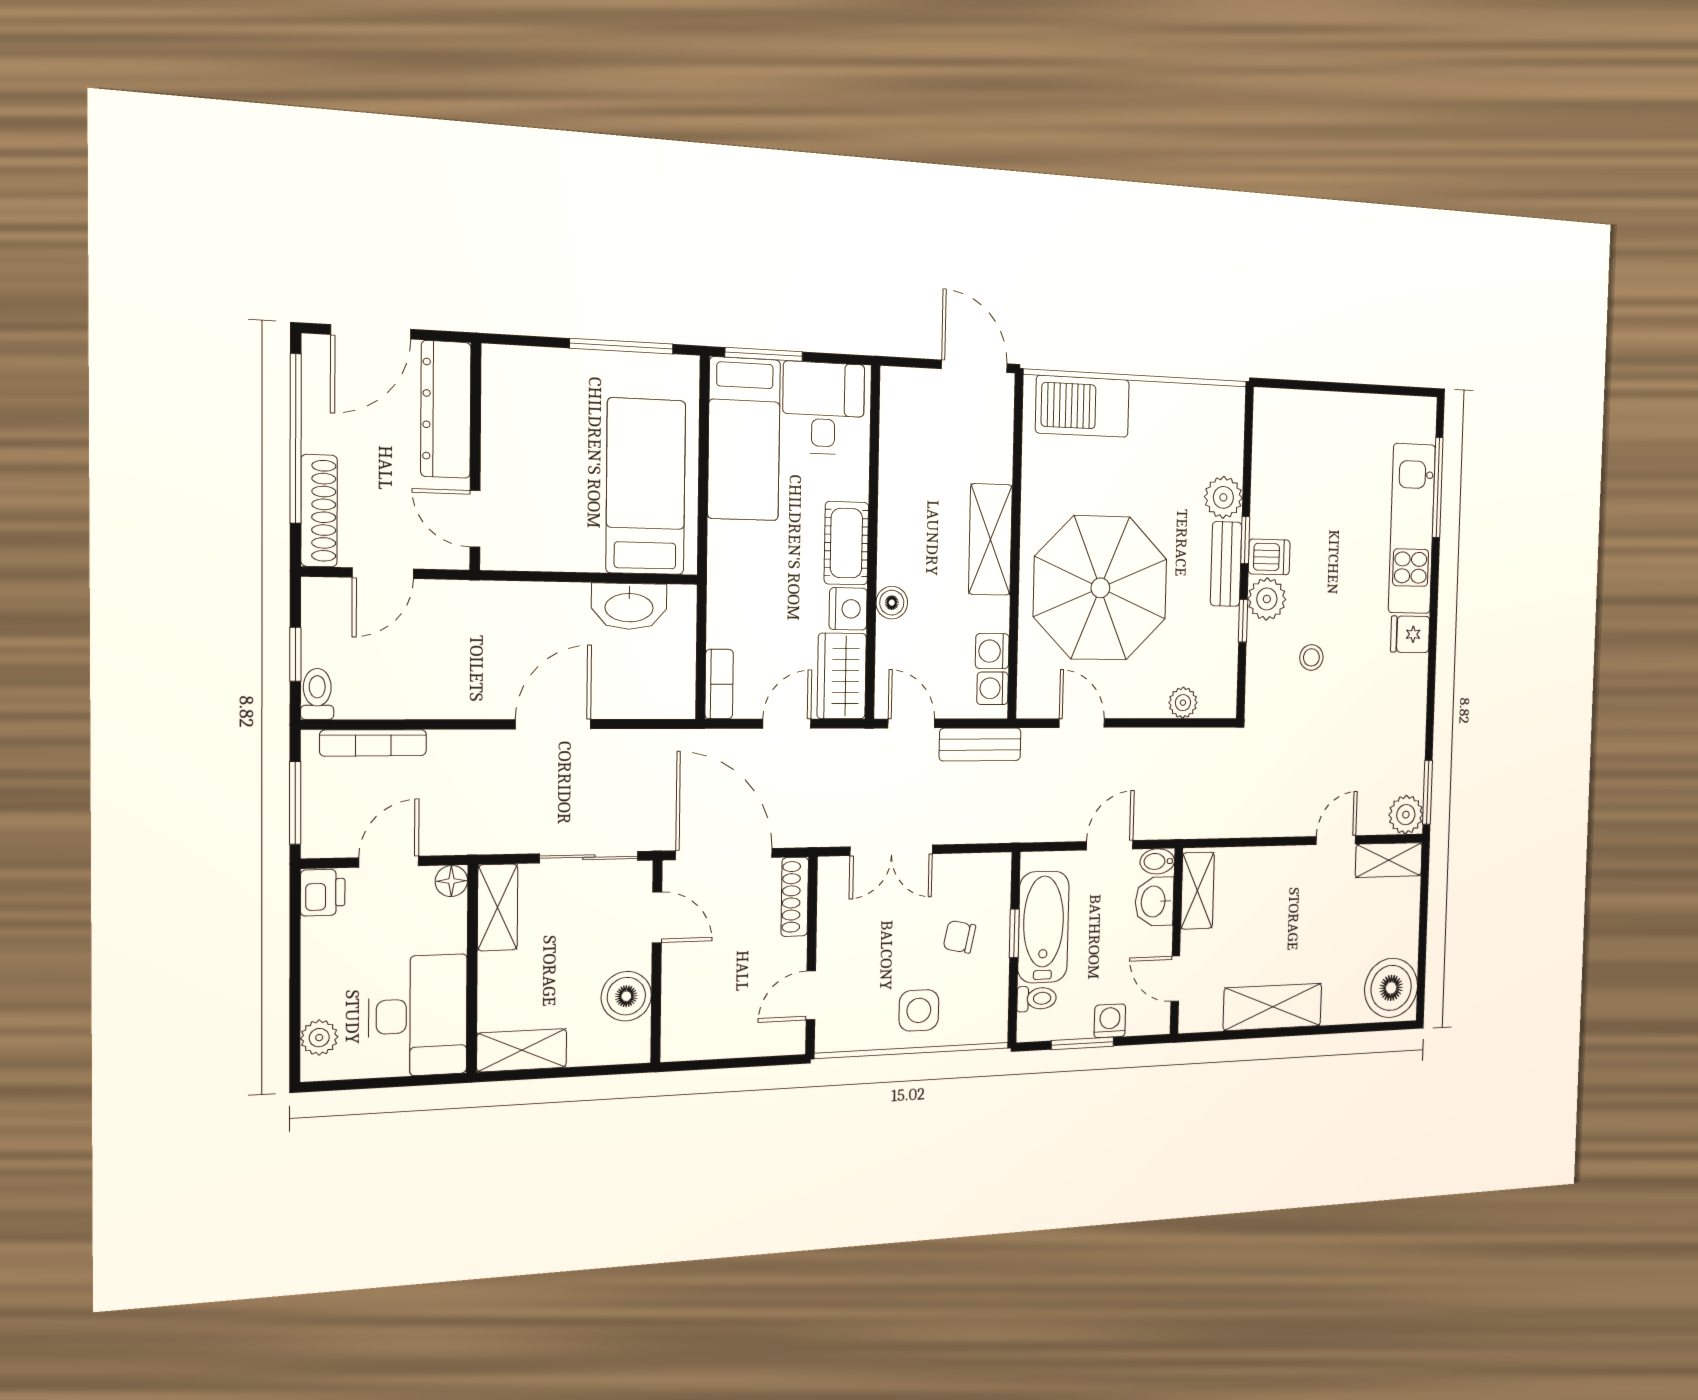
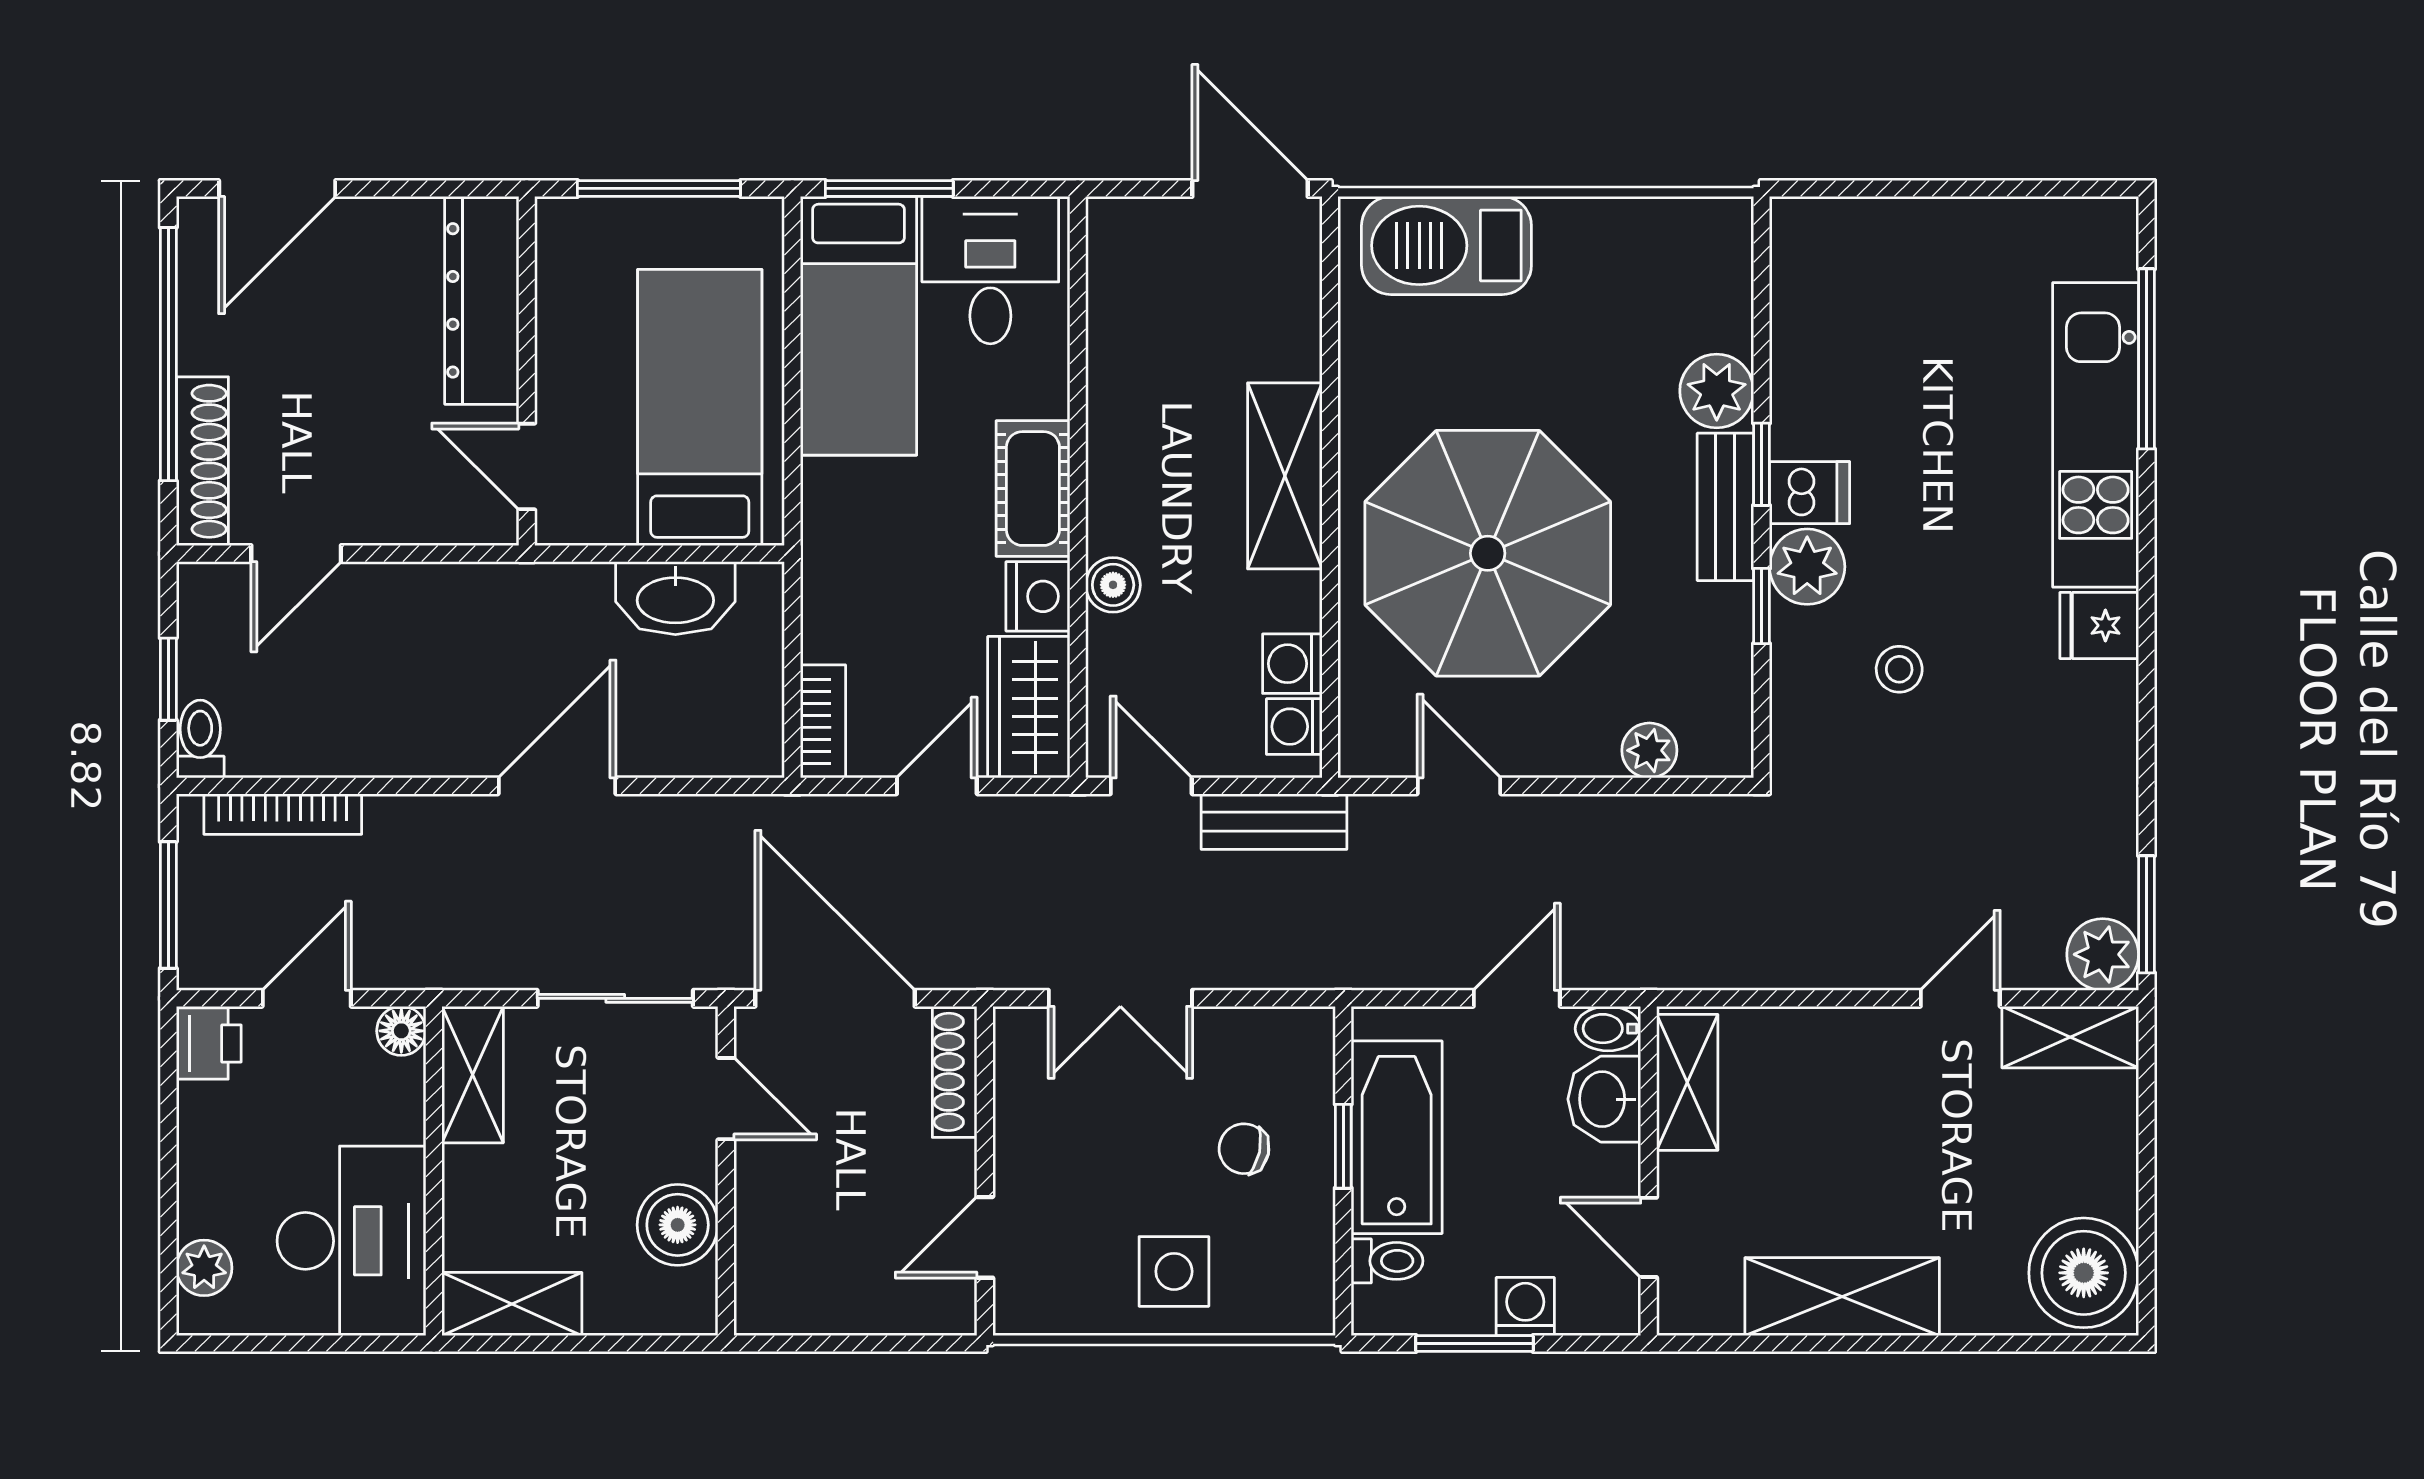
dresser: (446, 409) -> (482, 300), moved
wall: (475, 457) -> (527, 371), moved
door: (475, 519) -> (527, 467), moved

